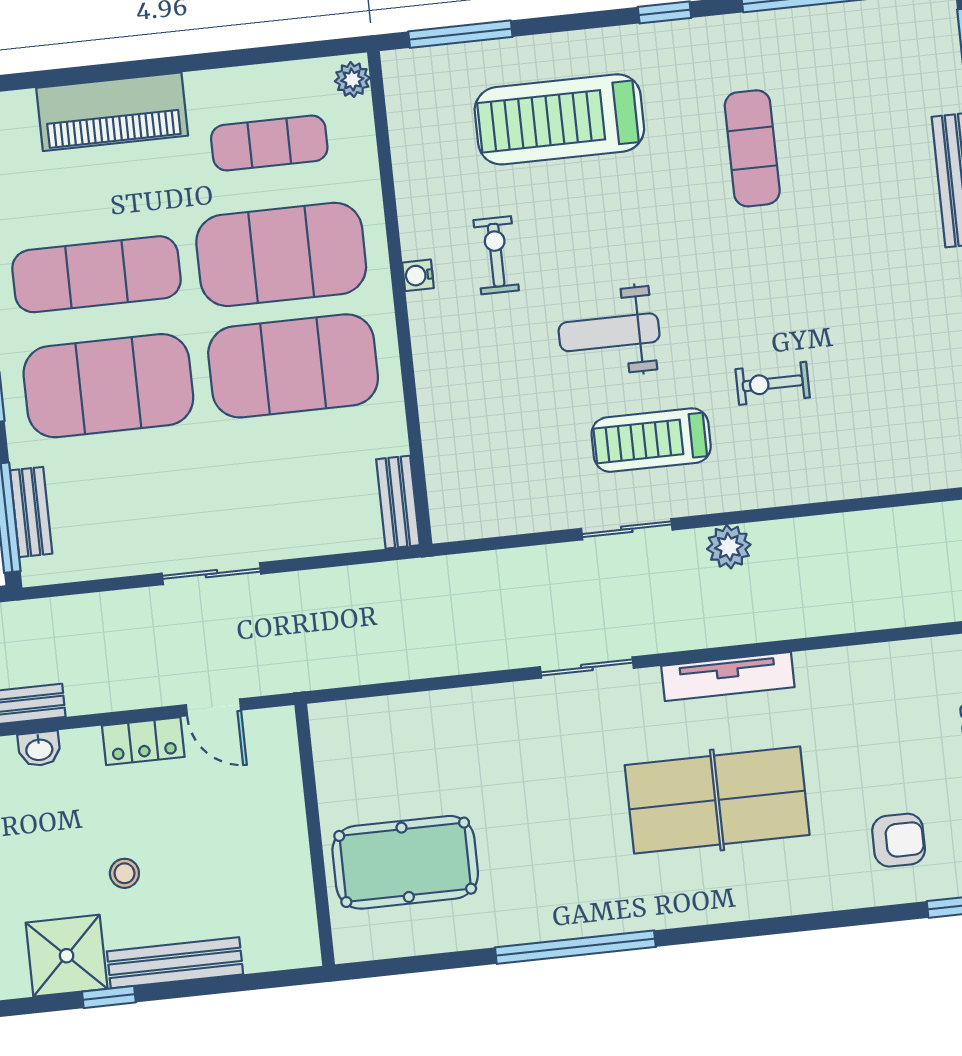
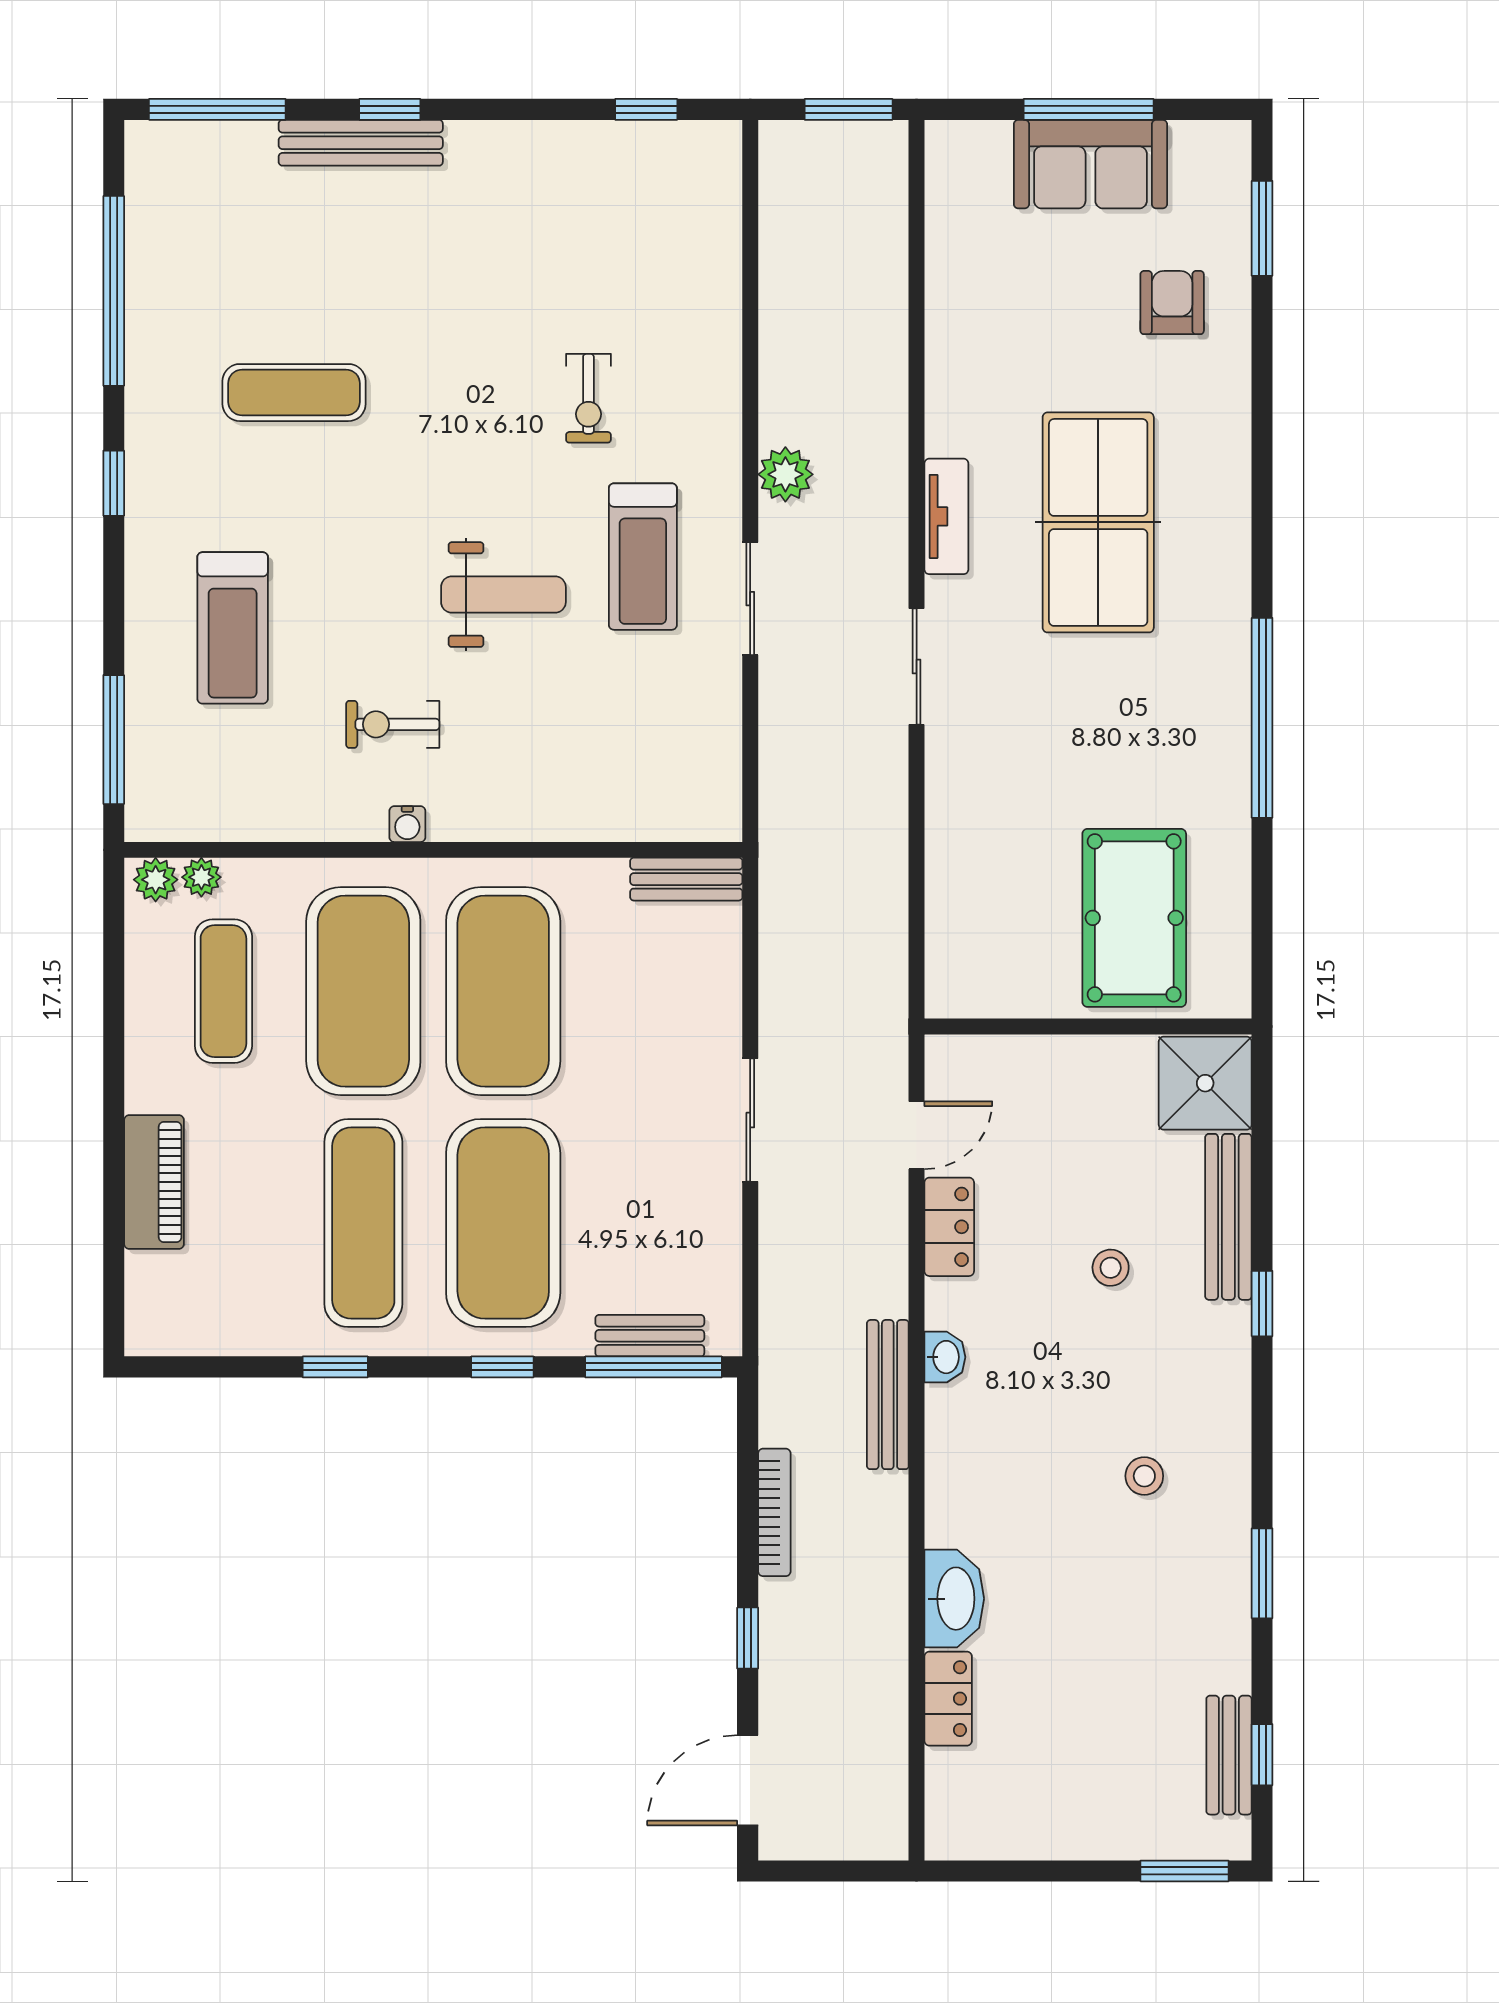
piano: (112, 112) -> (154, 1182), width x0.73, depth x0.75
plant: (358, 116) -> (201, 877), added
treadmill: (559, 119) -> (233, 628), width x0.73, depth x0.73
weight bench: (609, 332) -> (503, 595), turned -90
tv unit: (728, 676) -> (946, 516), width x0.71
shower: (67, 956) -> (1205, 1083), moved

